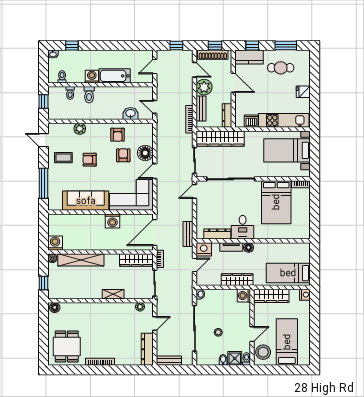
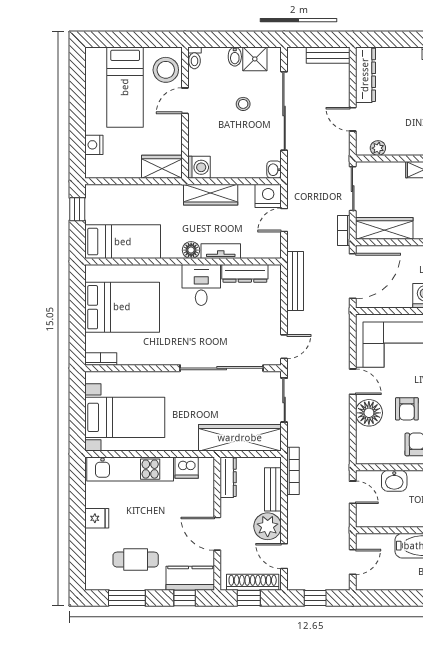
door: (155, 171) -> (353, 382), hinge flipped
bed: (276, 202) -> (122, 307), moved, turned 90
bench: (188, 234) -> (295, 281), width x1.36
nightstand: (204, 249) -> (268, 196), moved, turned 180
window: (315, 271) -> (77, 209), added
bed: (288, 273) -> (123, 242), moved
nightstand: (305, 295) -> (94, 145), moved
wardrobe: (271, 296) -> (162, 167), width x0.67
door: (155, 323) -> (353, 119), hinge flipped
shower: (235, 358) -> (255, 59), moved

